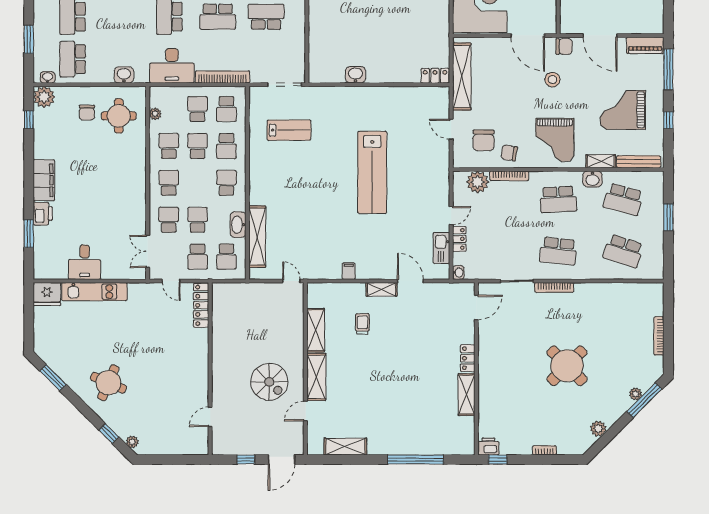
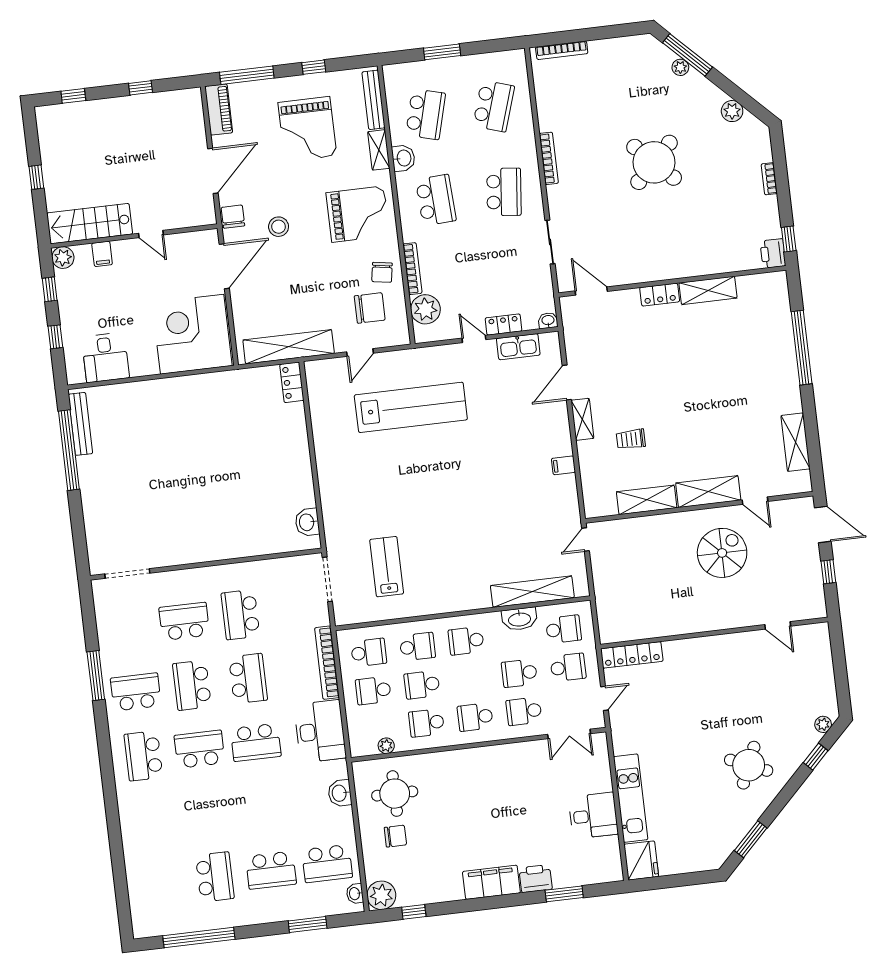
washbasin: (355, 75) -> (307, 522), moved
lab bench: (372, 172) -> (411, 407), moved
bookcase: (554, 287) -> (549, 158), moved
bookcase: (659, 336) -> (562, 50), moved

